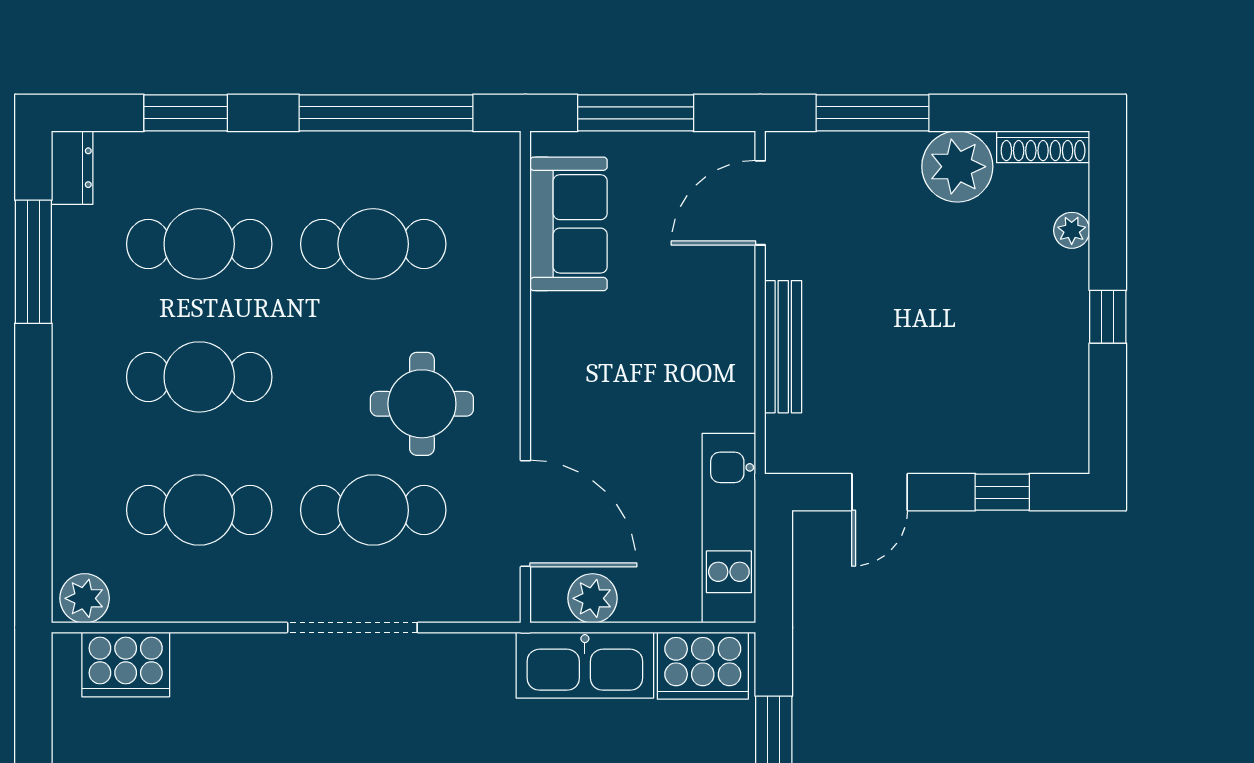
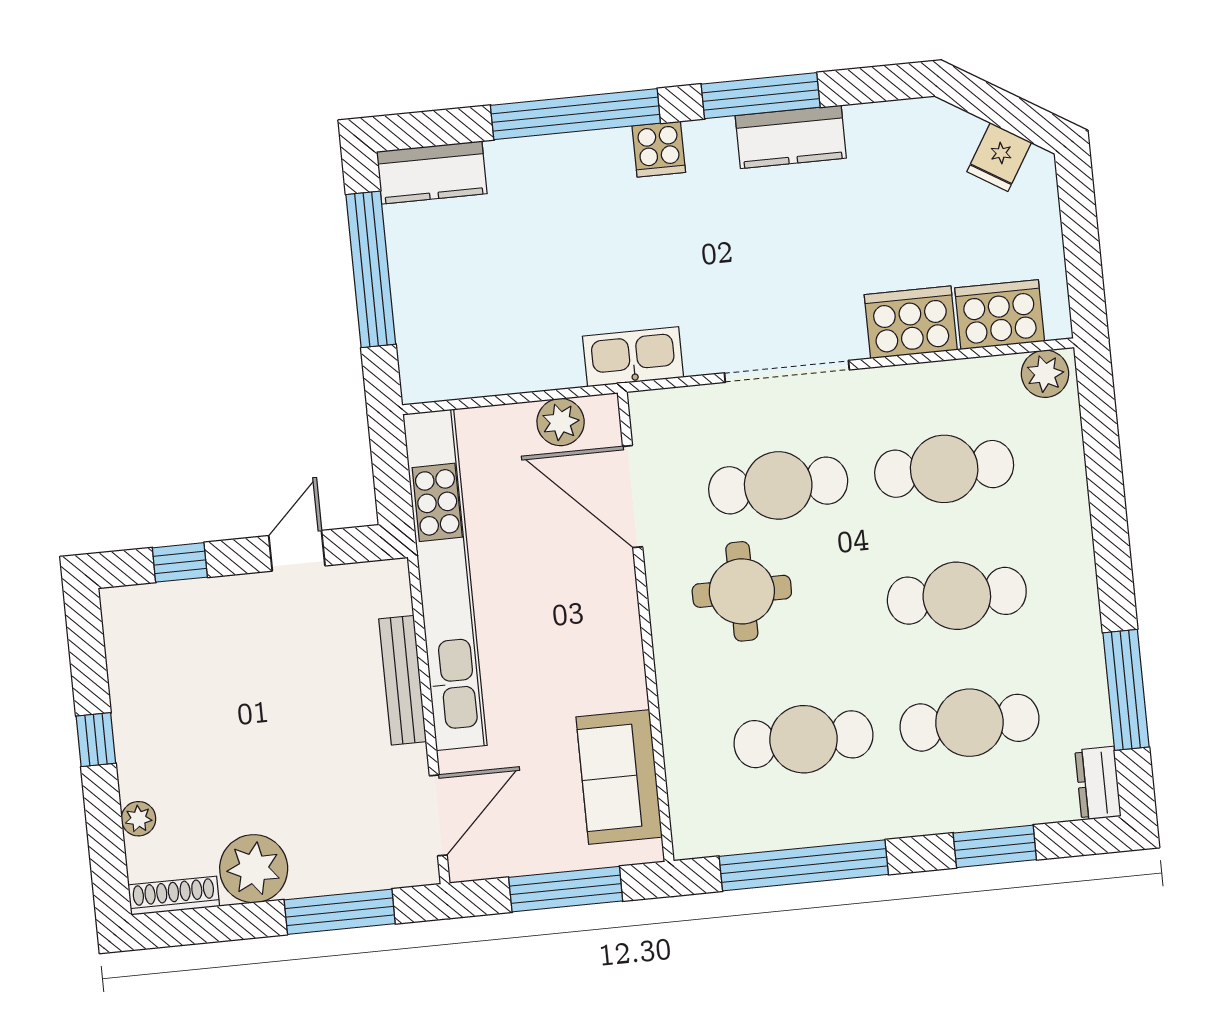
kitchen unit: (729, 528) -> (445, 580), width x1.86
kitchen sink: (585, 665) -> (633, 357), moved, width x0.73, depth x0.81
cooker: (703, 666) -> (911, 322), moved

